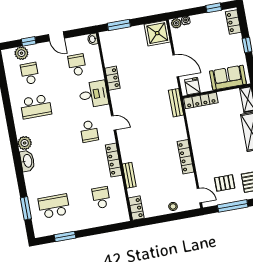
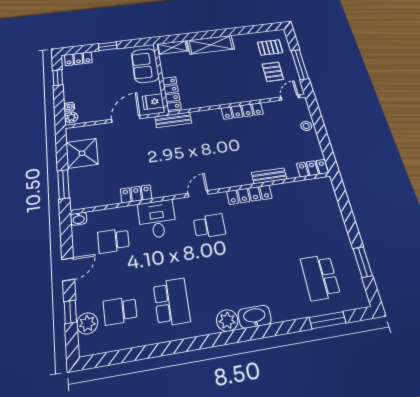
shower: (157, 33) -> (82, 153), moved
school desk: (101, 198) -> (302, 212), removed

